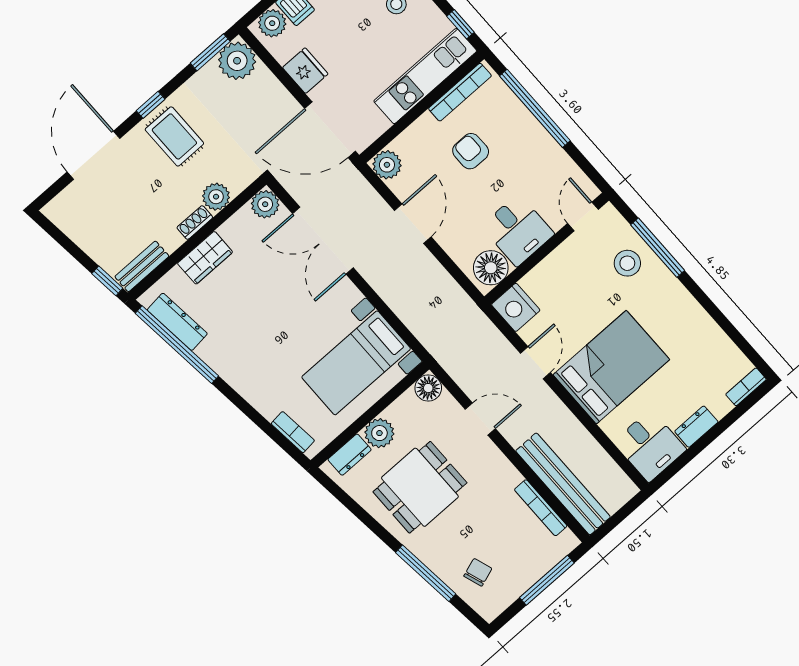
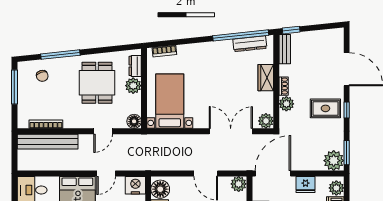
door: (535, 363) -> (106, 173), hinge flipped
window: (547, 580) -> (14, 87), moved

